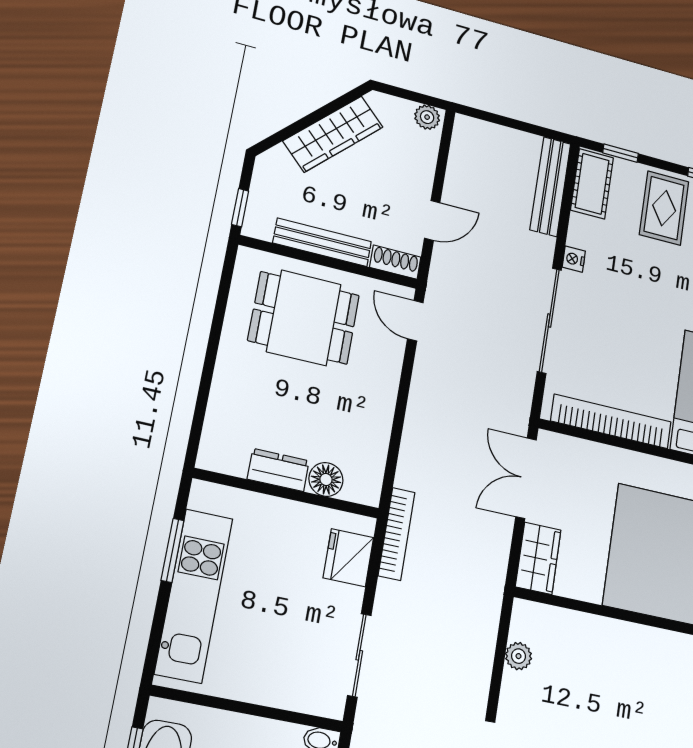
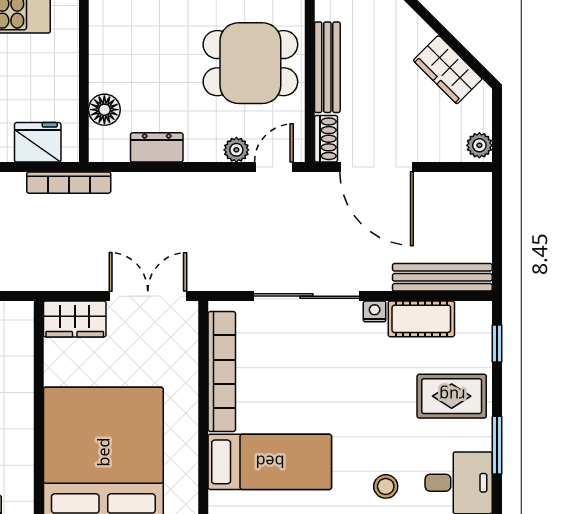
wardrobe: (333, 134) -> (448, 70), width x0.67
cot: (592, 184) -> (421, 319), moved
door: (432, 220) -> (377, 167), width x1.87
dining table: (304, 318) -> (250, 63), turned 90
plant: (391, 354) -> (236, 150), added
dresser: (278, 470) -> (157, 147), moved, turned -90

